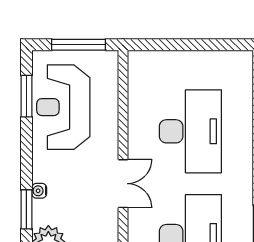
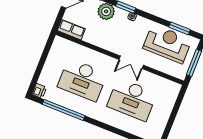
double door: (123, 184) -> (131, 62), moved

